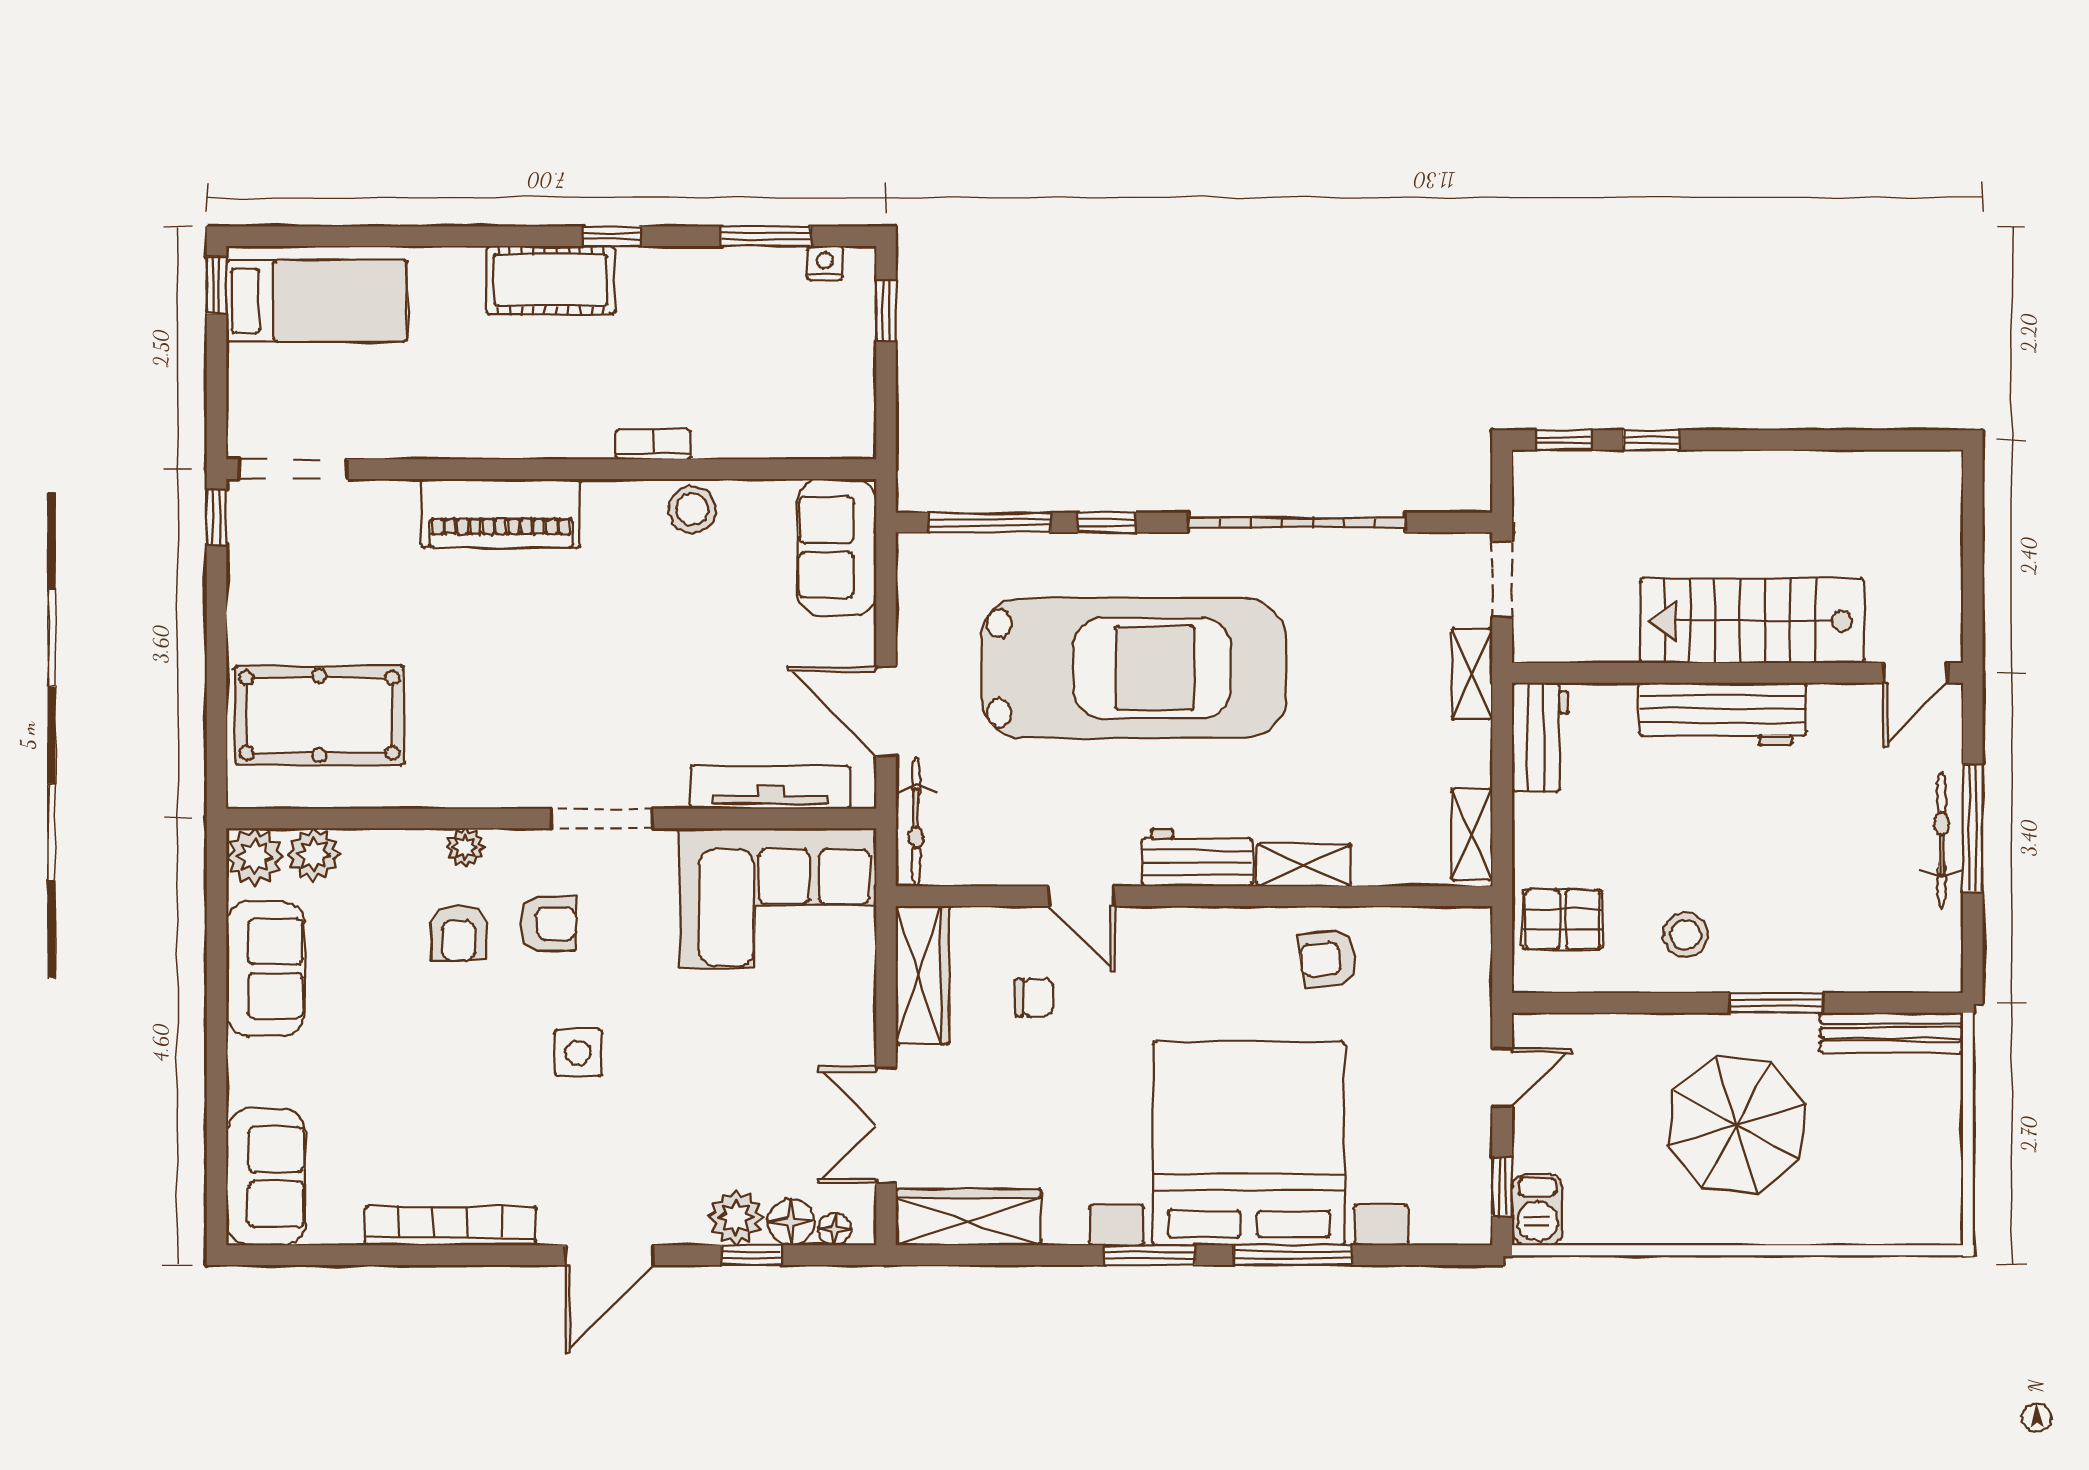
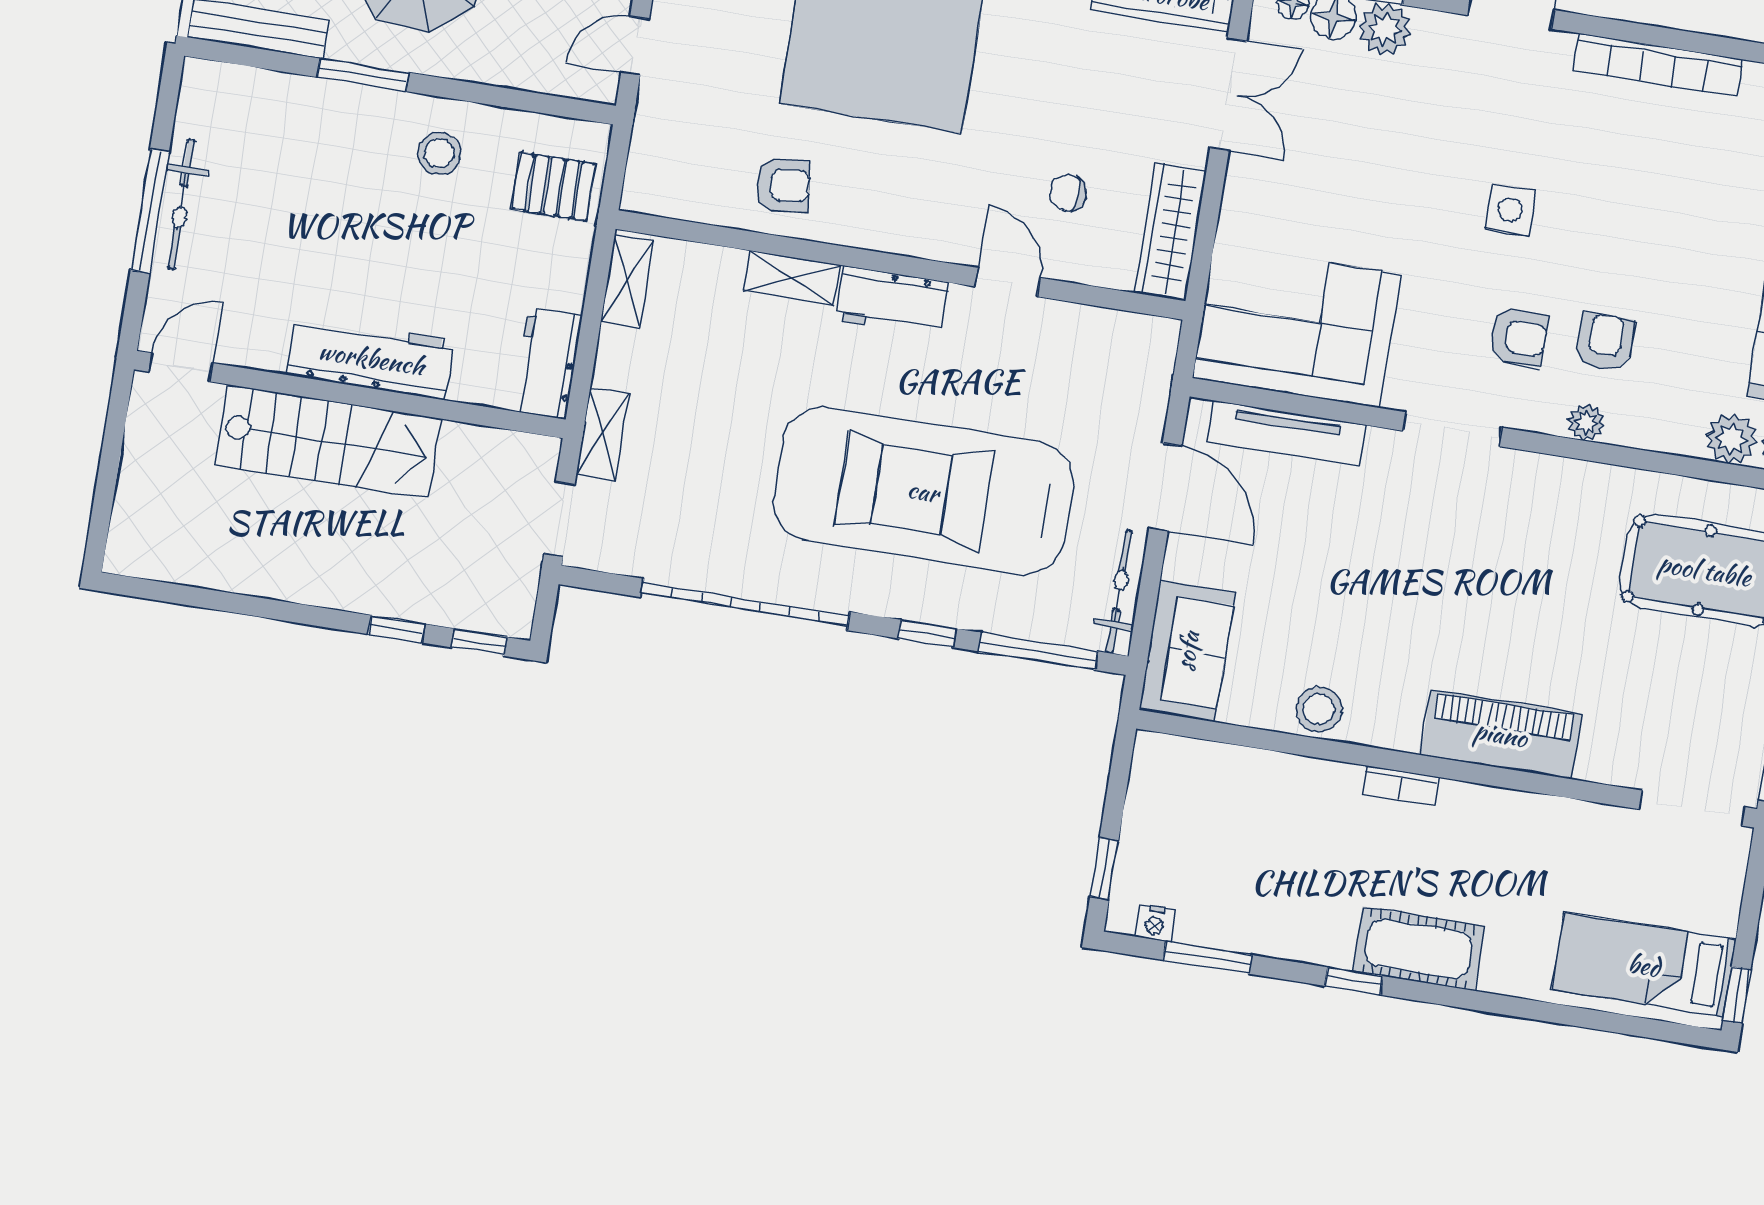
bookcase: (653, 444) -> (1400, 786), moved
bicycle: (916, 822) -> (1119, 592), moved
armchair: (548, 924) -> (1519, 337), turned 180

